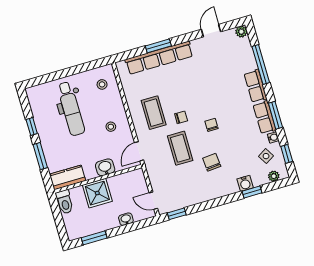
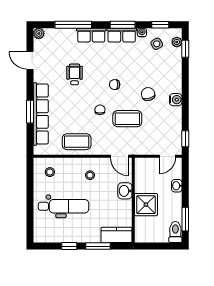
wheelchair: (210, 81) -> (75, 74), added
coffee table: (154, 113) -> (77, 142), moved
chair: (212, 162) -> (148, 94), turned 79
kitchen counter: (67, 177) -> (116, 235), moved, turned 90
water cooler: (245, 183) -> (176, 100), moved
window: (252, 192) -> (185, 49), moved
toilet: (65, 202) -> (175, 232), moved, turned -90

